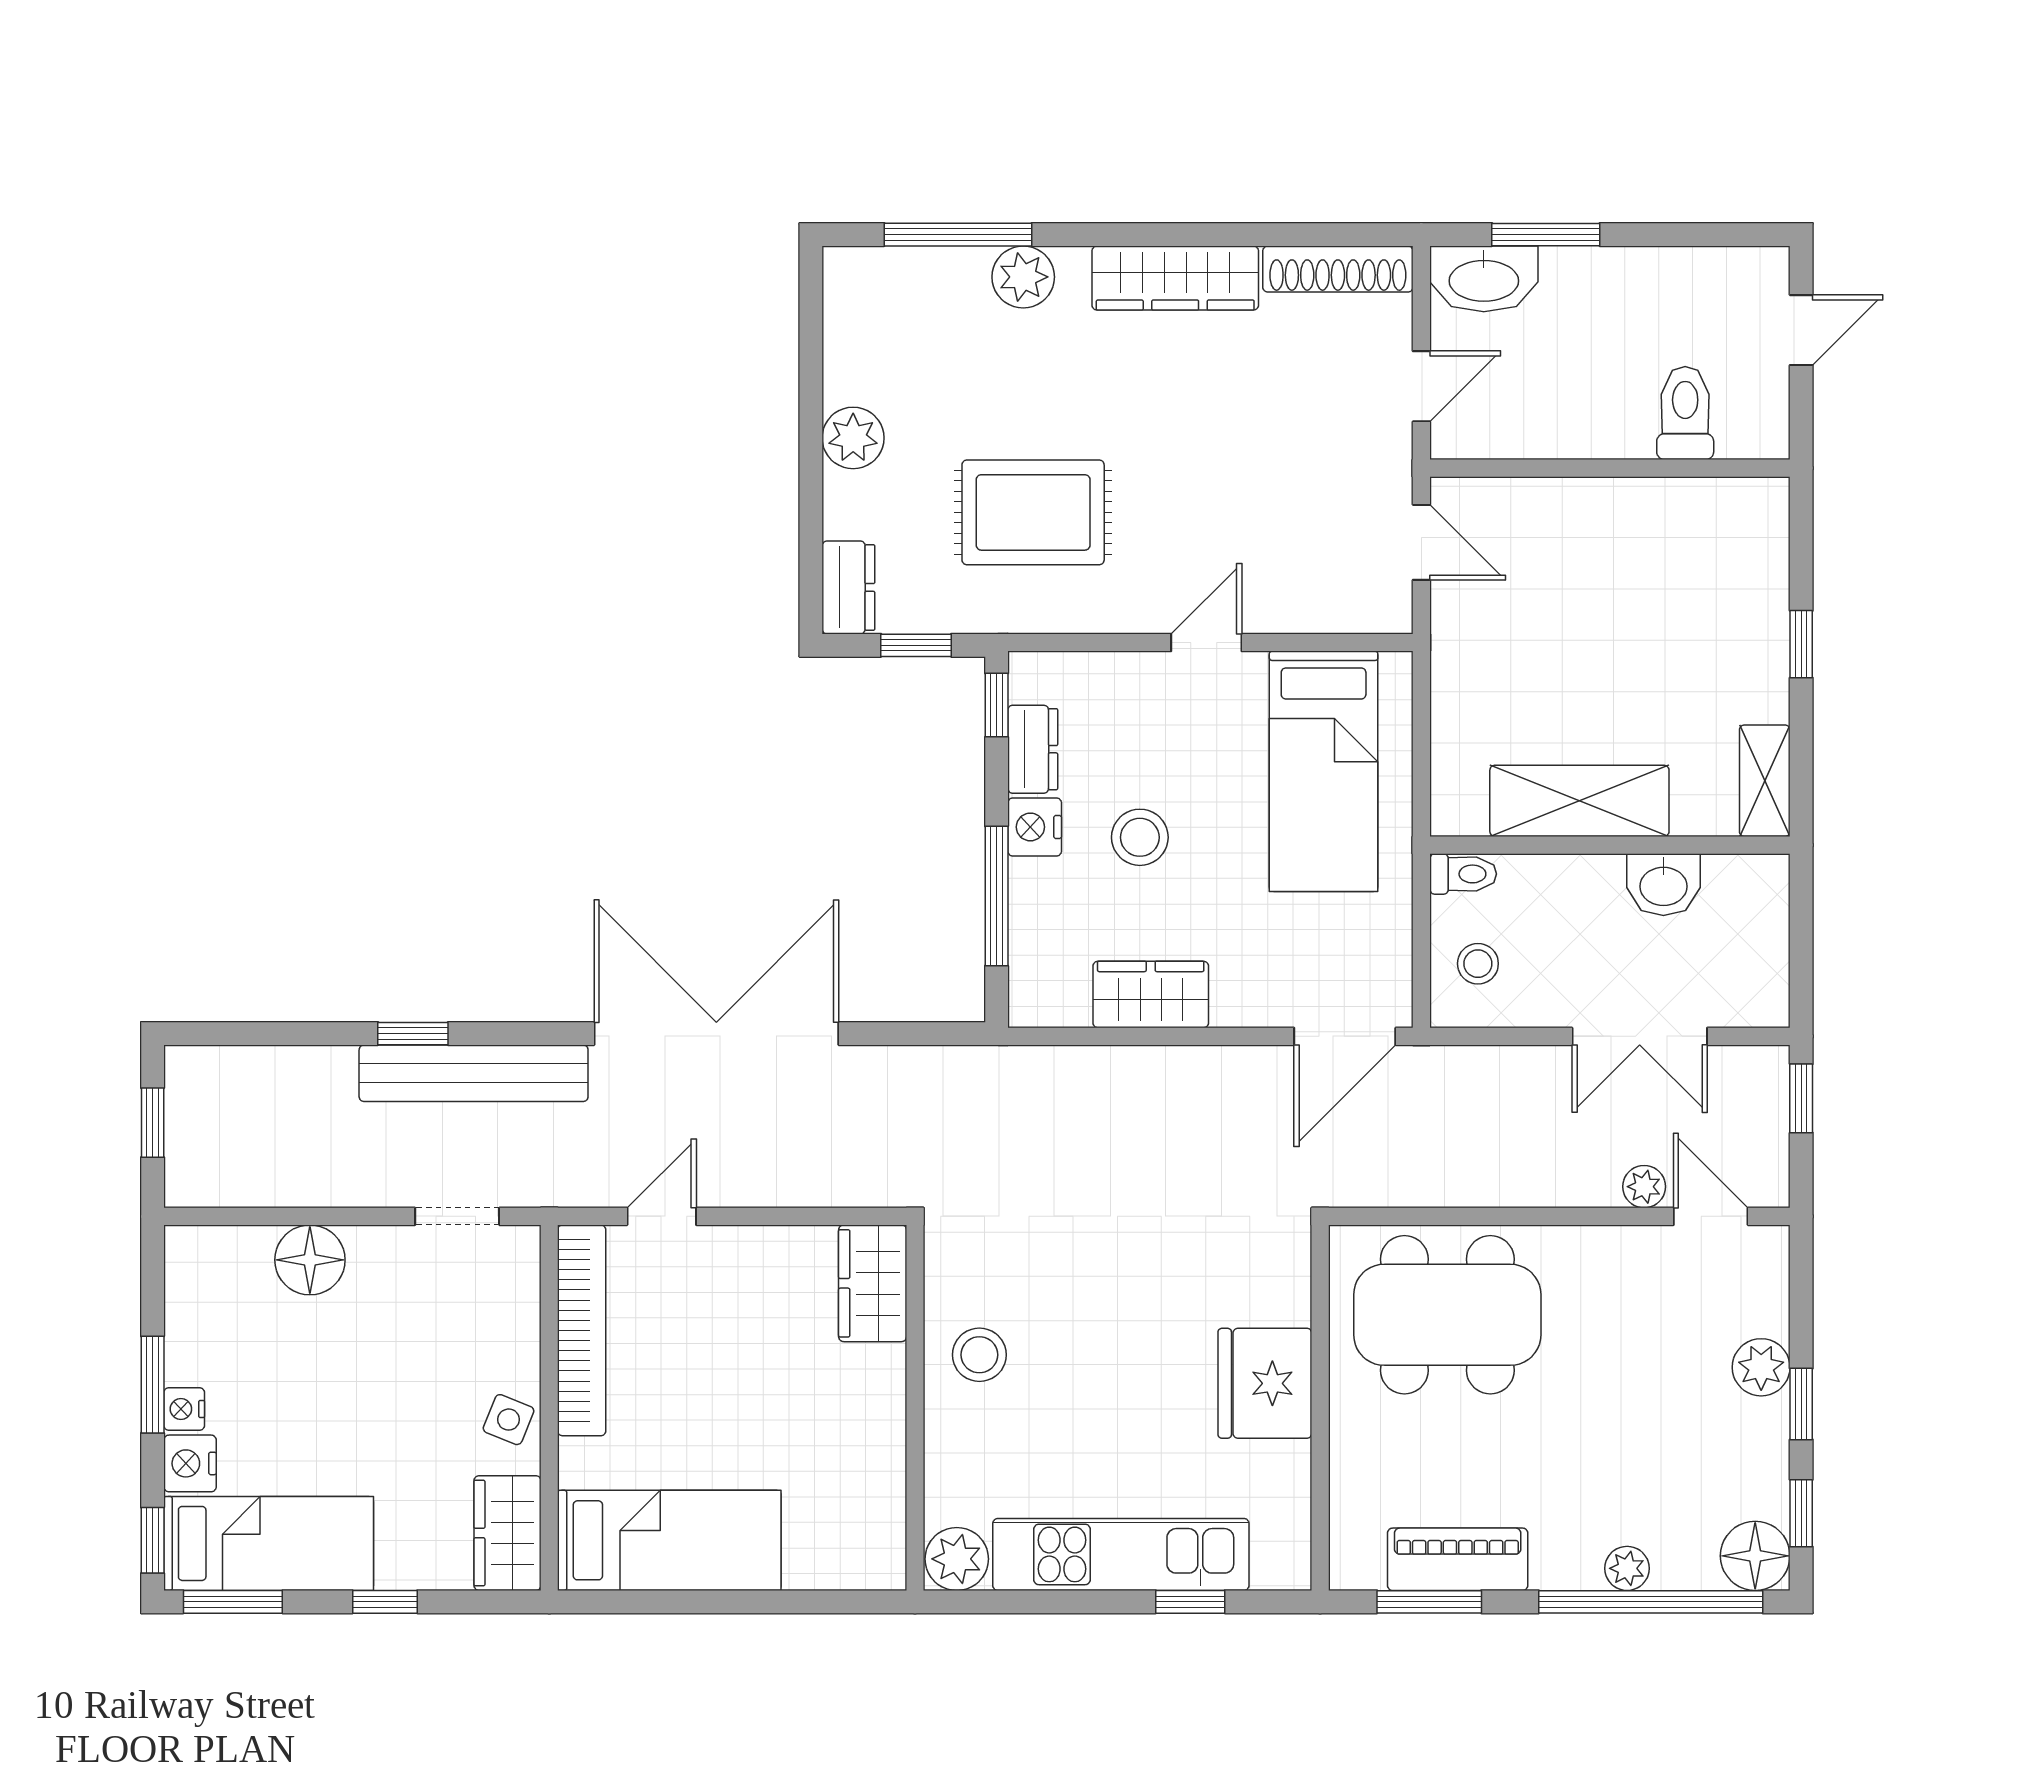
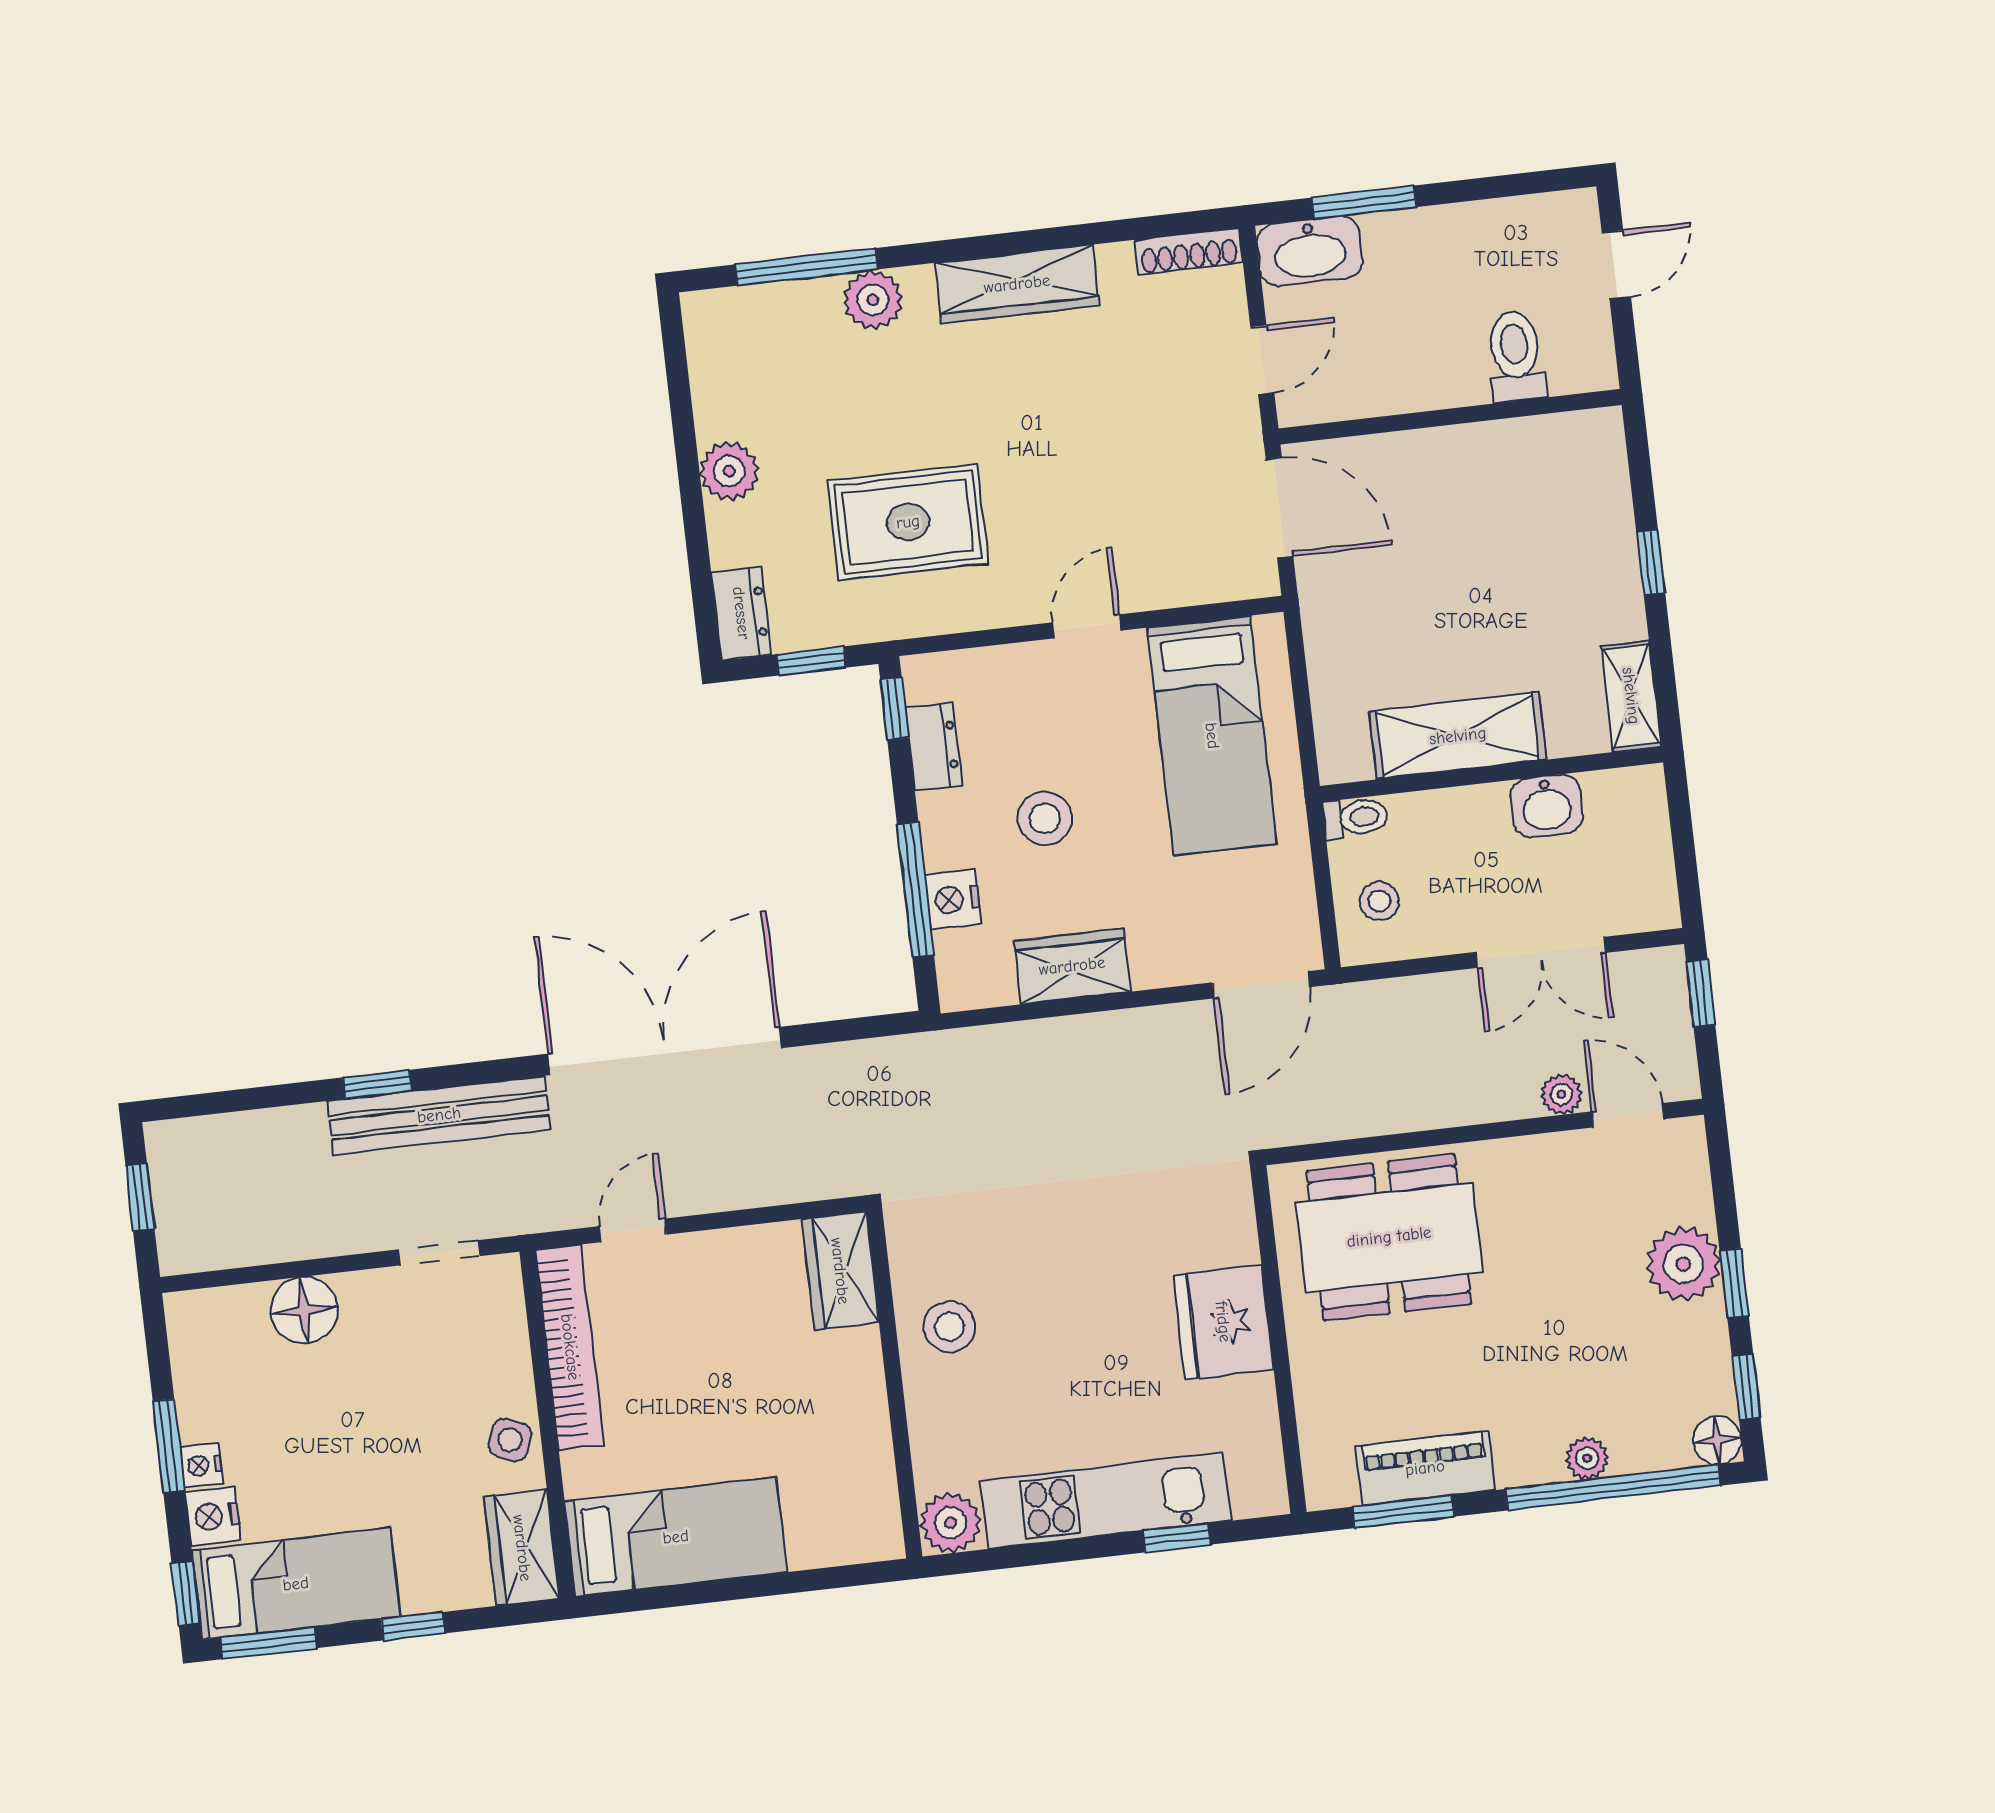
shoe rack: (1338, 269) -> (1189, 251), width x0.74, depth x0.81
door: (1421, 542) -> (1279, 508), width x1.38
nightstand: (1035, 827) -> (953, 900), moved
plant: (1761, 1367) -> (1683, 1264), width x1.36, depth x1.36
floor lamp: (1755, 1556) -> (1717, 1440), width x0.73, depth x0.73

